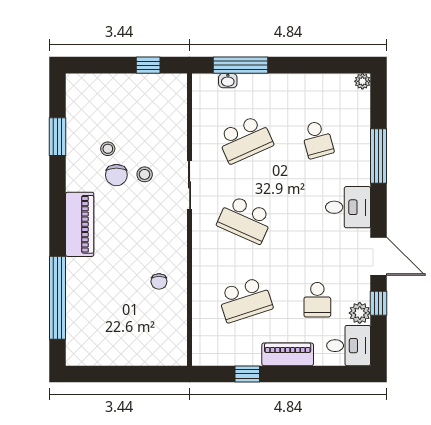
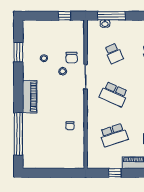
school desk: (245, 139) -> (114, 53), width x0.54
chair: (116, 175) -> (72, 58), moved

